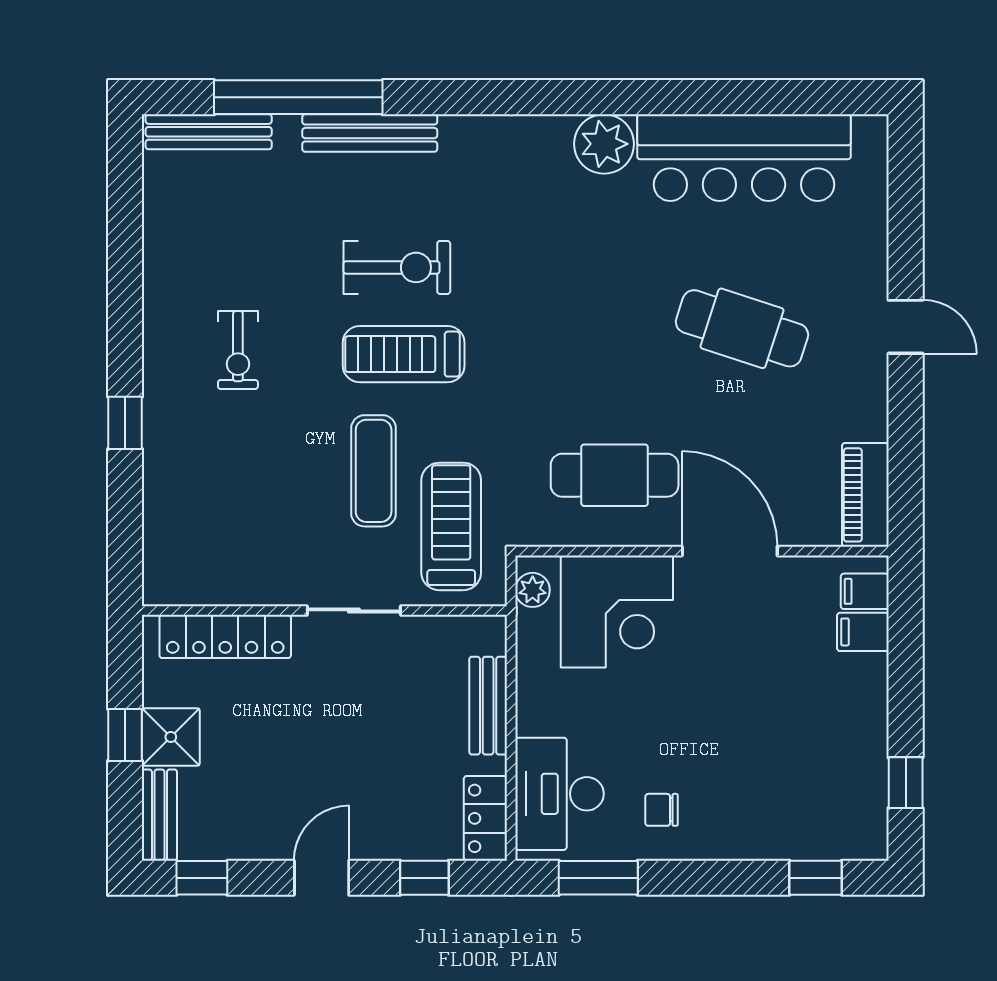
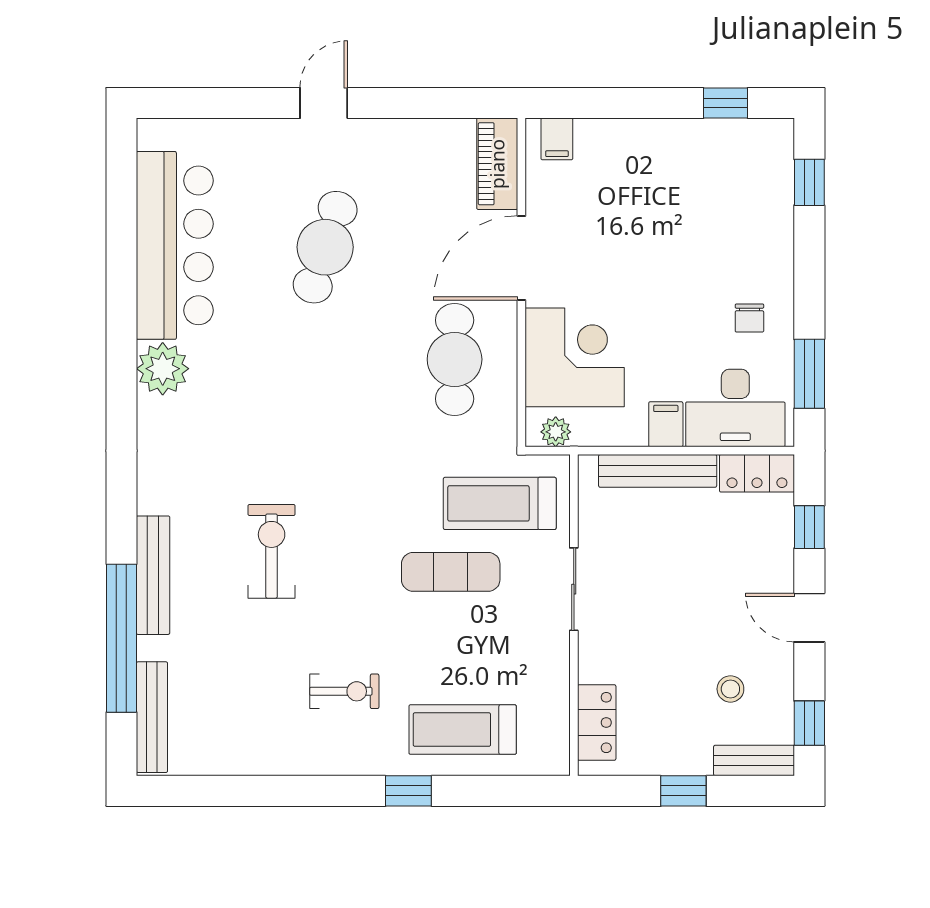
treadmill: (404, 354) -> (463, 730), moved, turned 90
piano: (865, 495) -> (497, 164), moved, turned 90
filing cabinet: (863, 632) -> (666, 424), moved, turned 180
locker: (225, 636) -> (597, 723), width x0.66
bench: (488, 706) -> (658, 471), width x1.36
shower: (171, 737) -> (685, 750), removed
stool: (241, 788) -> (730, 689), added

